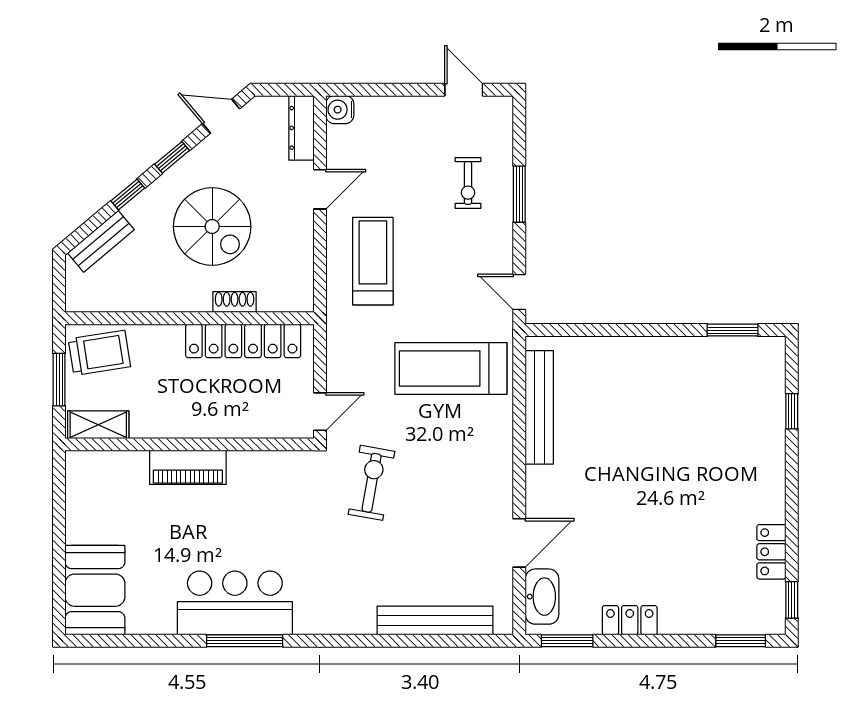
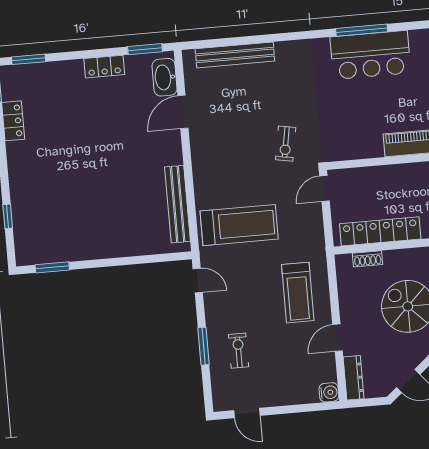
shoe rack: (235, 302) -> (368, 259), moved
exercise bike: (372, 483) -> (286, 144), width x0.73, depth x0.72

